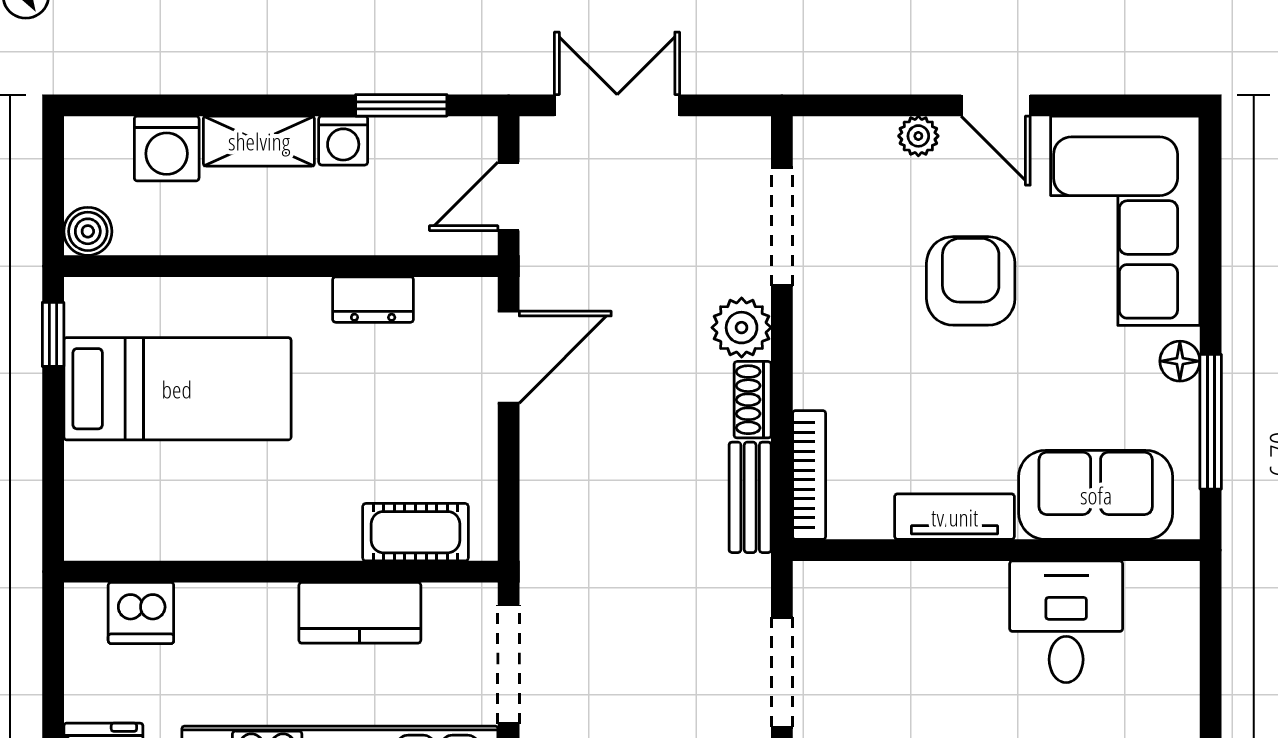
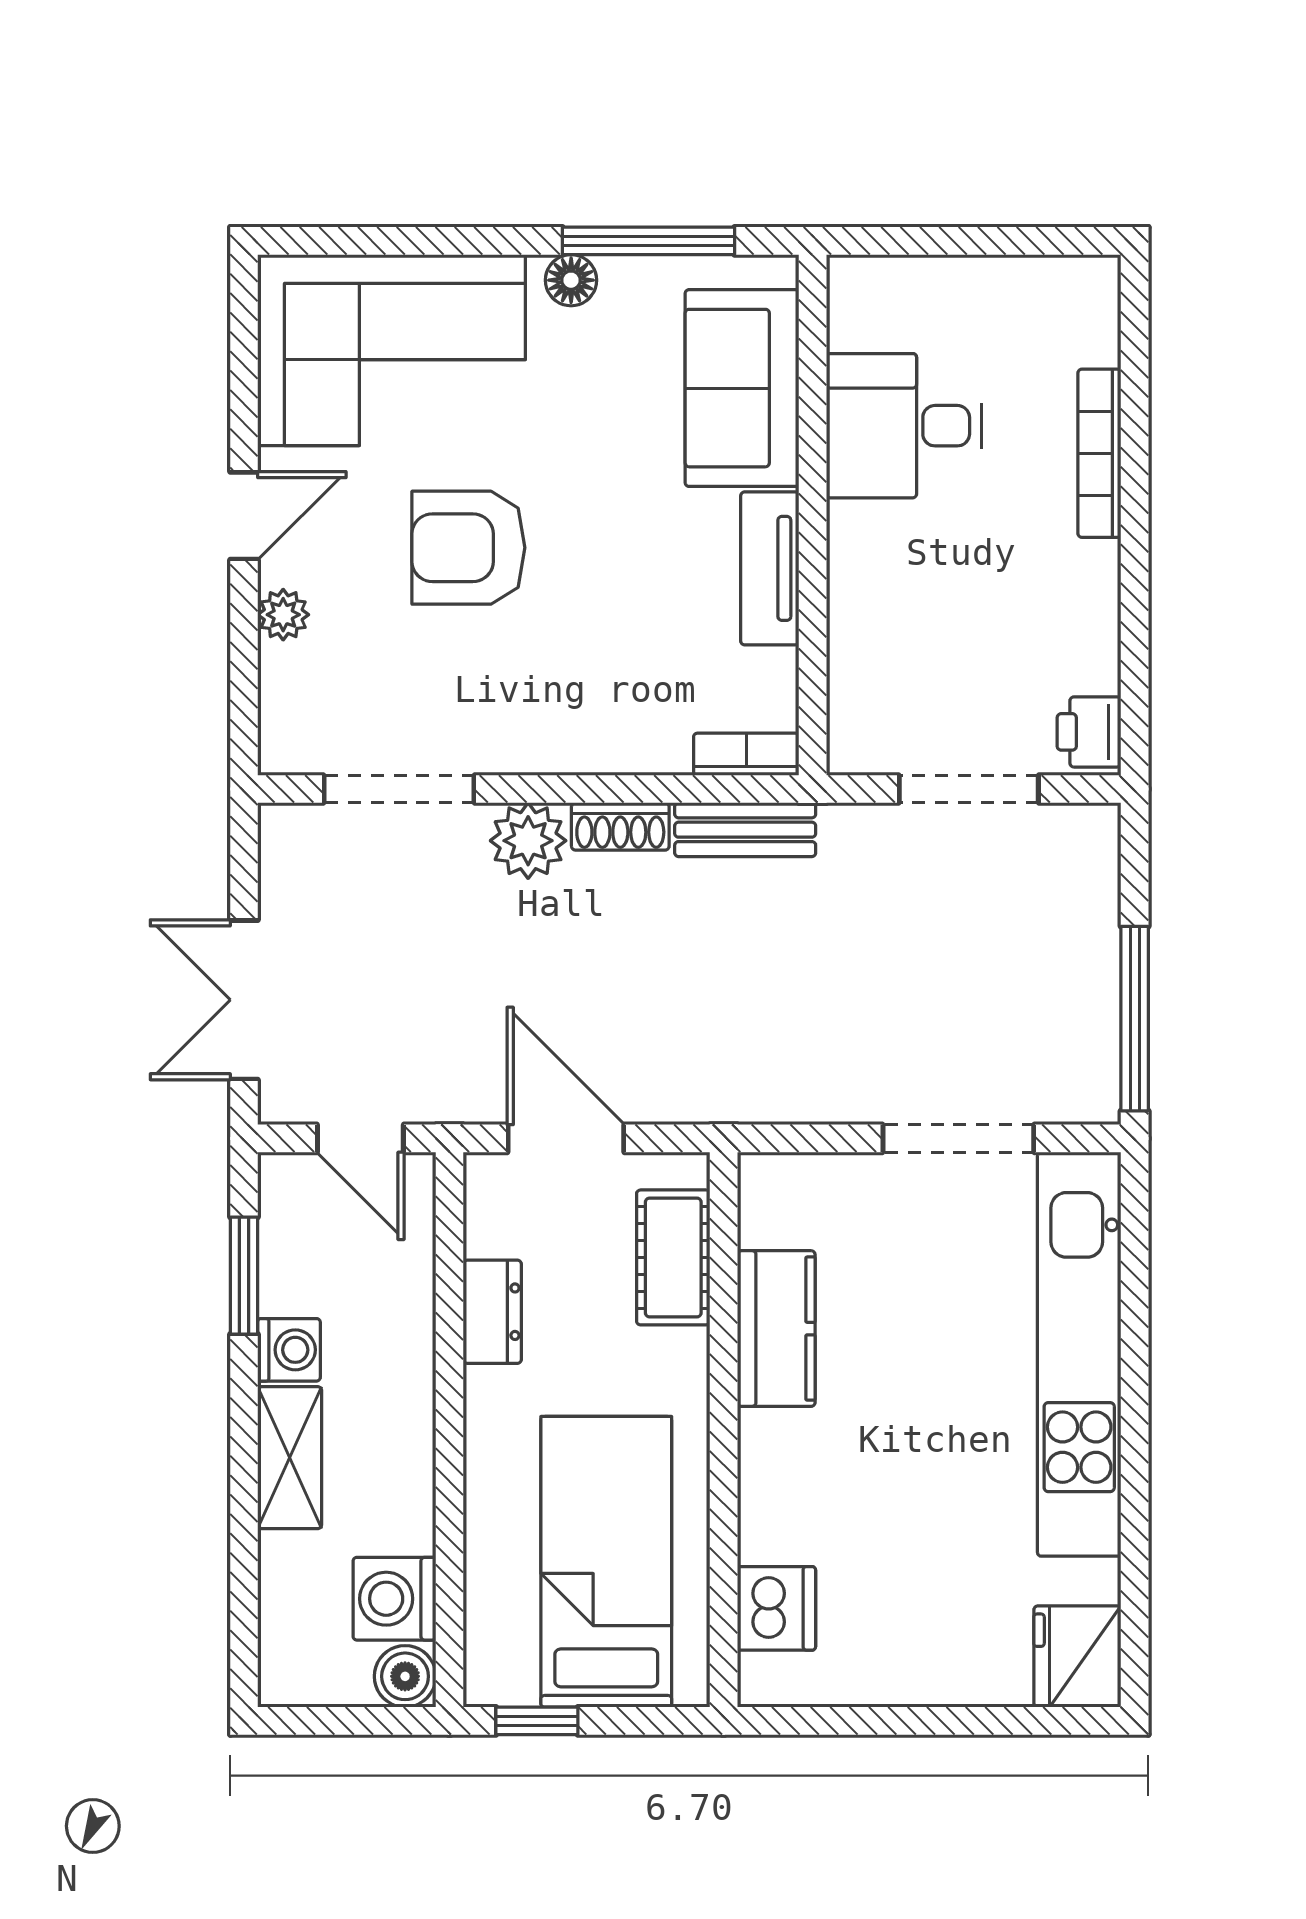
washing machine: (167, 148) -> (394, 1599), moved, turned 180
bookcase: (809, 475) -> (746, 754), width x0.64
cot: (415, 532) -> (673, 1257), moved
wall: (281, 572) -> (724, 1430), moved
dishwasher: (141, 613) -> (776, 1608), moved
kitchen counter: (360, 613) -> (776, 1329), moved

